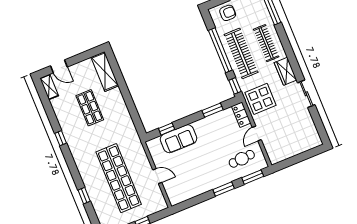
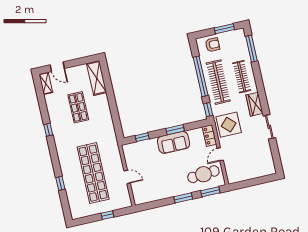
window: (213, 110) -> (175, 130), moved
sofa: (179, 139) -> (173, 142), moved
cafe table: (242, 159) -> (203, 174), width x1.37, depth x1.35

